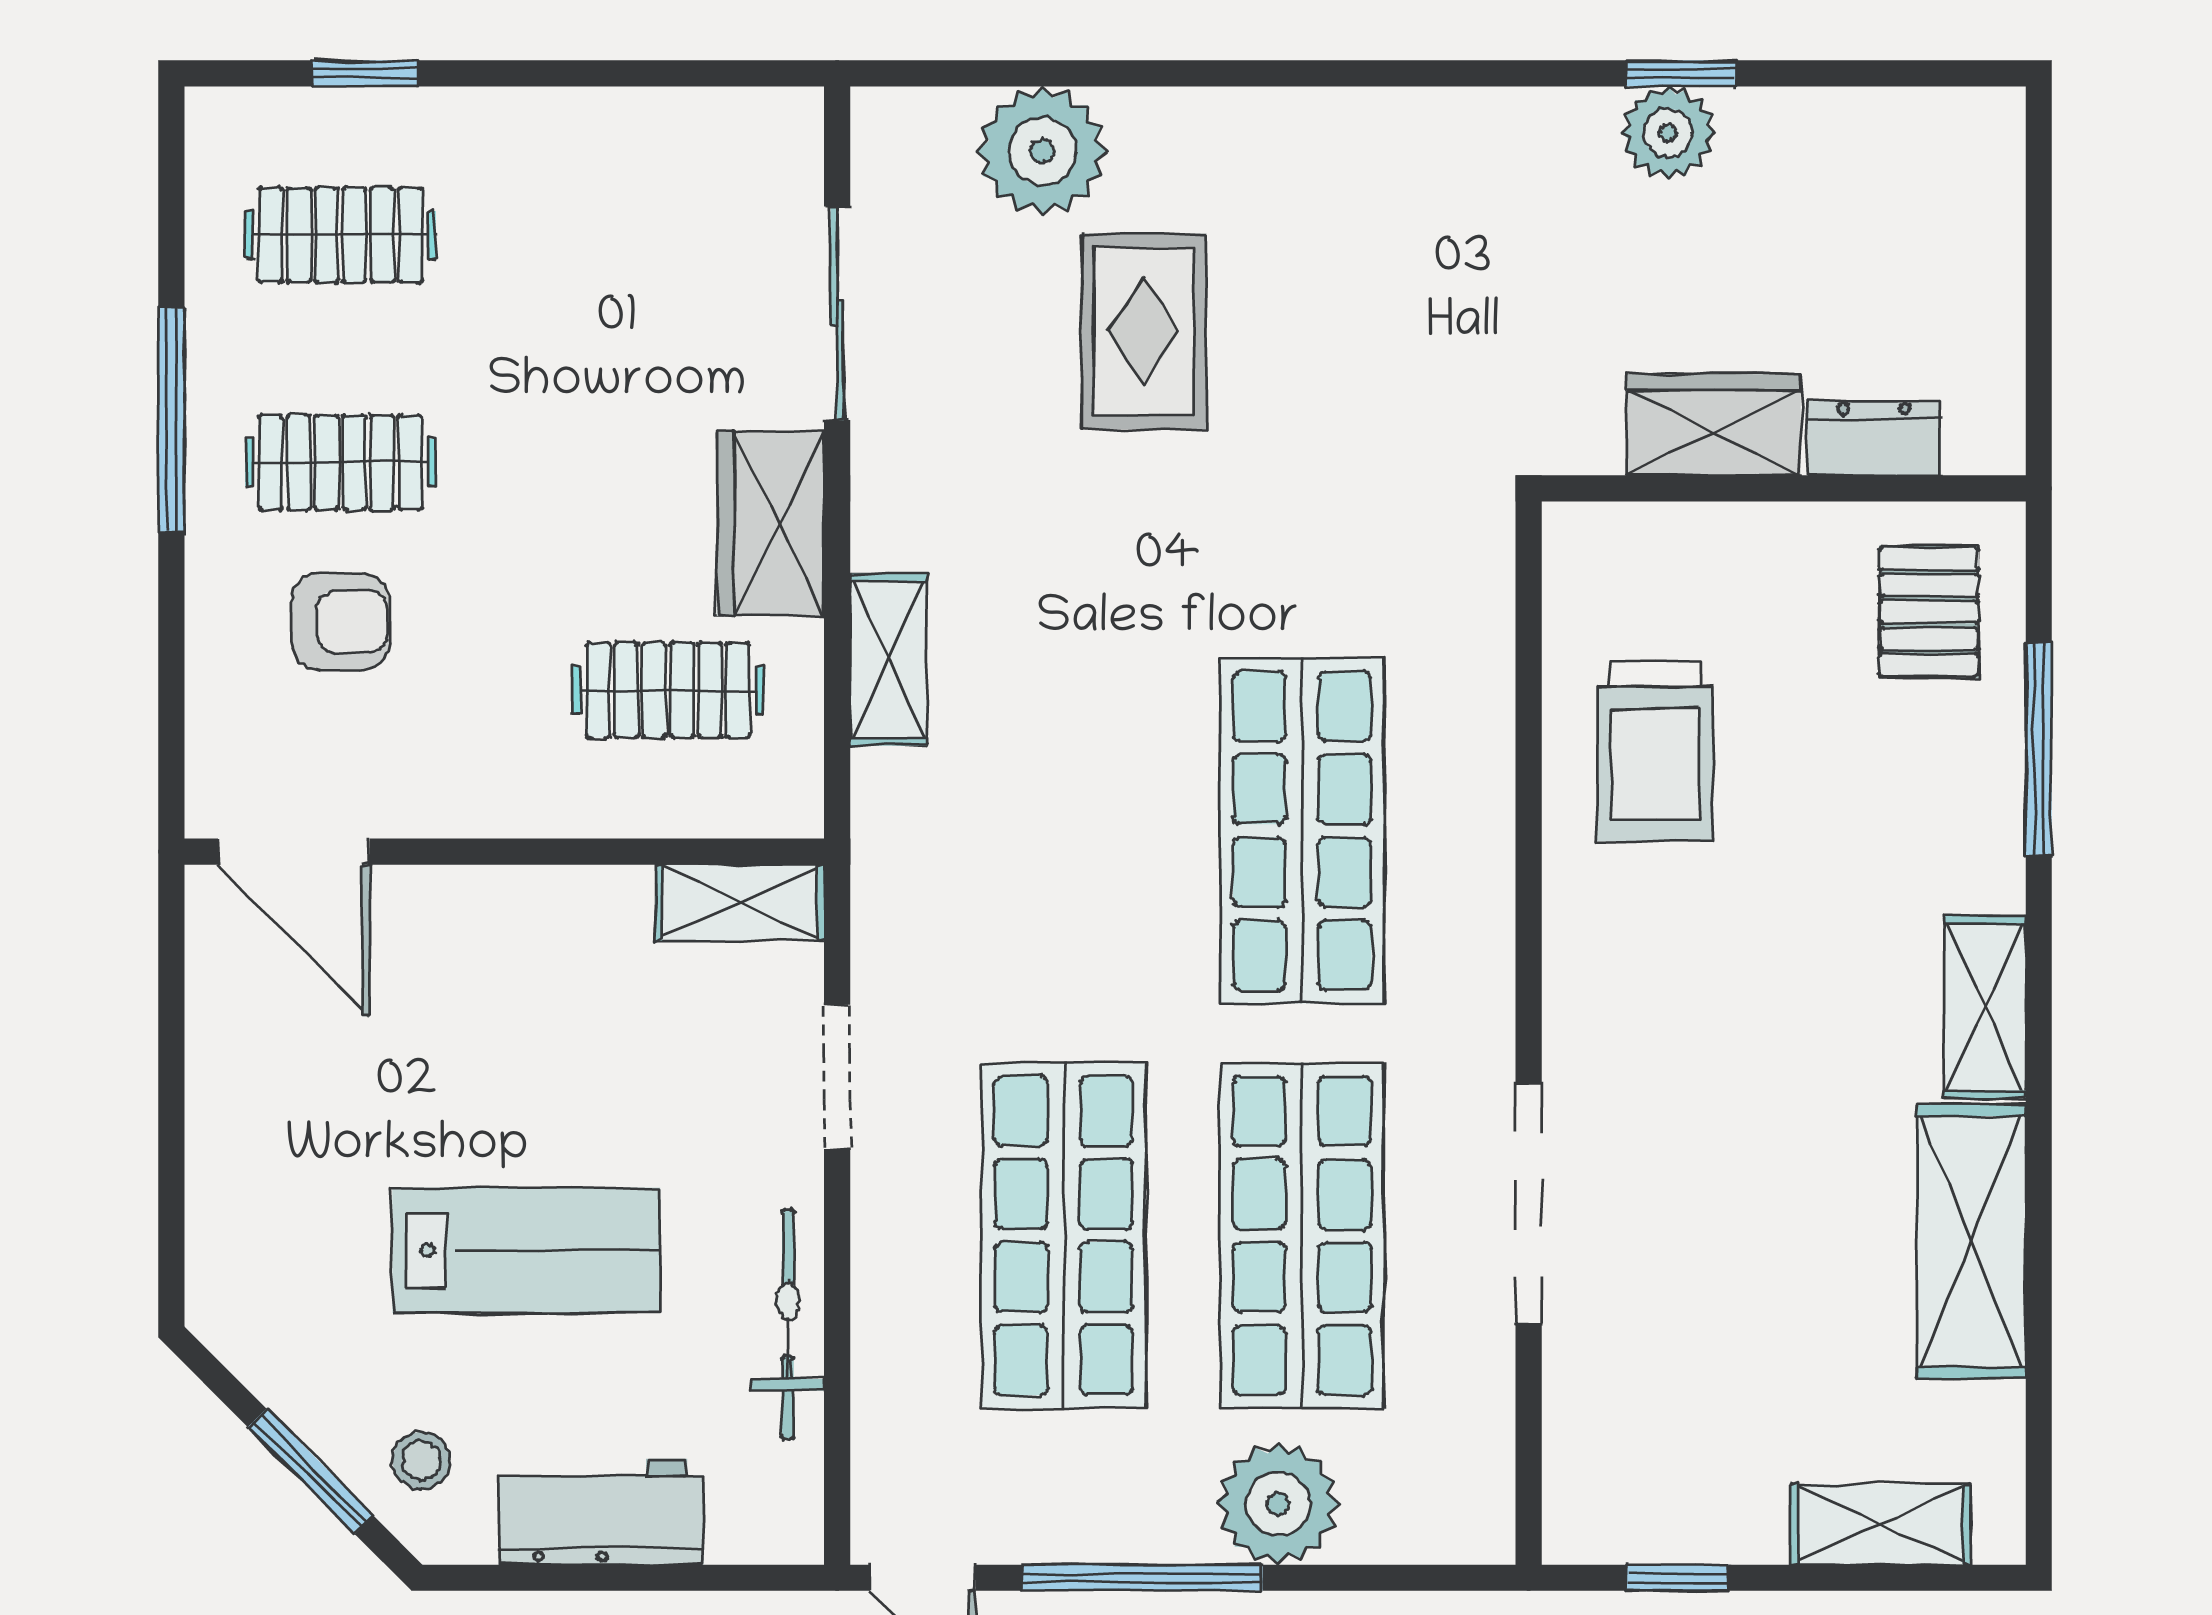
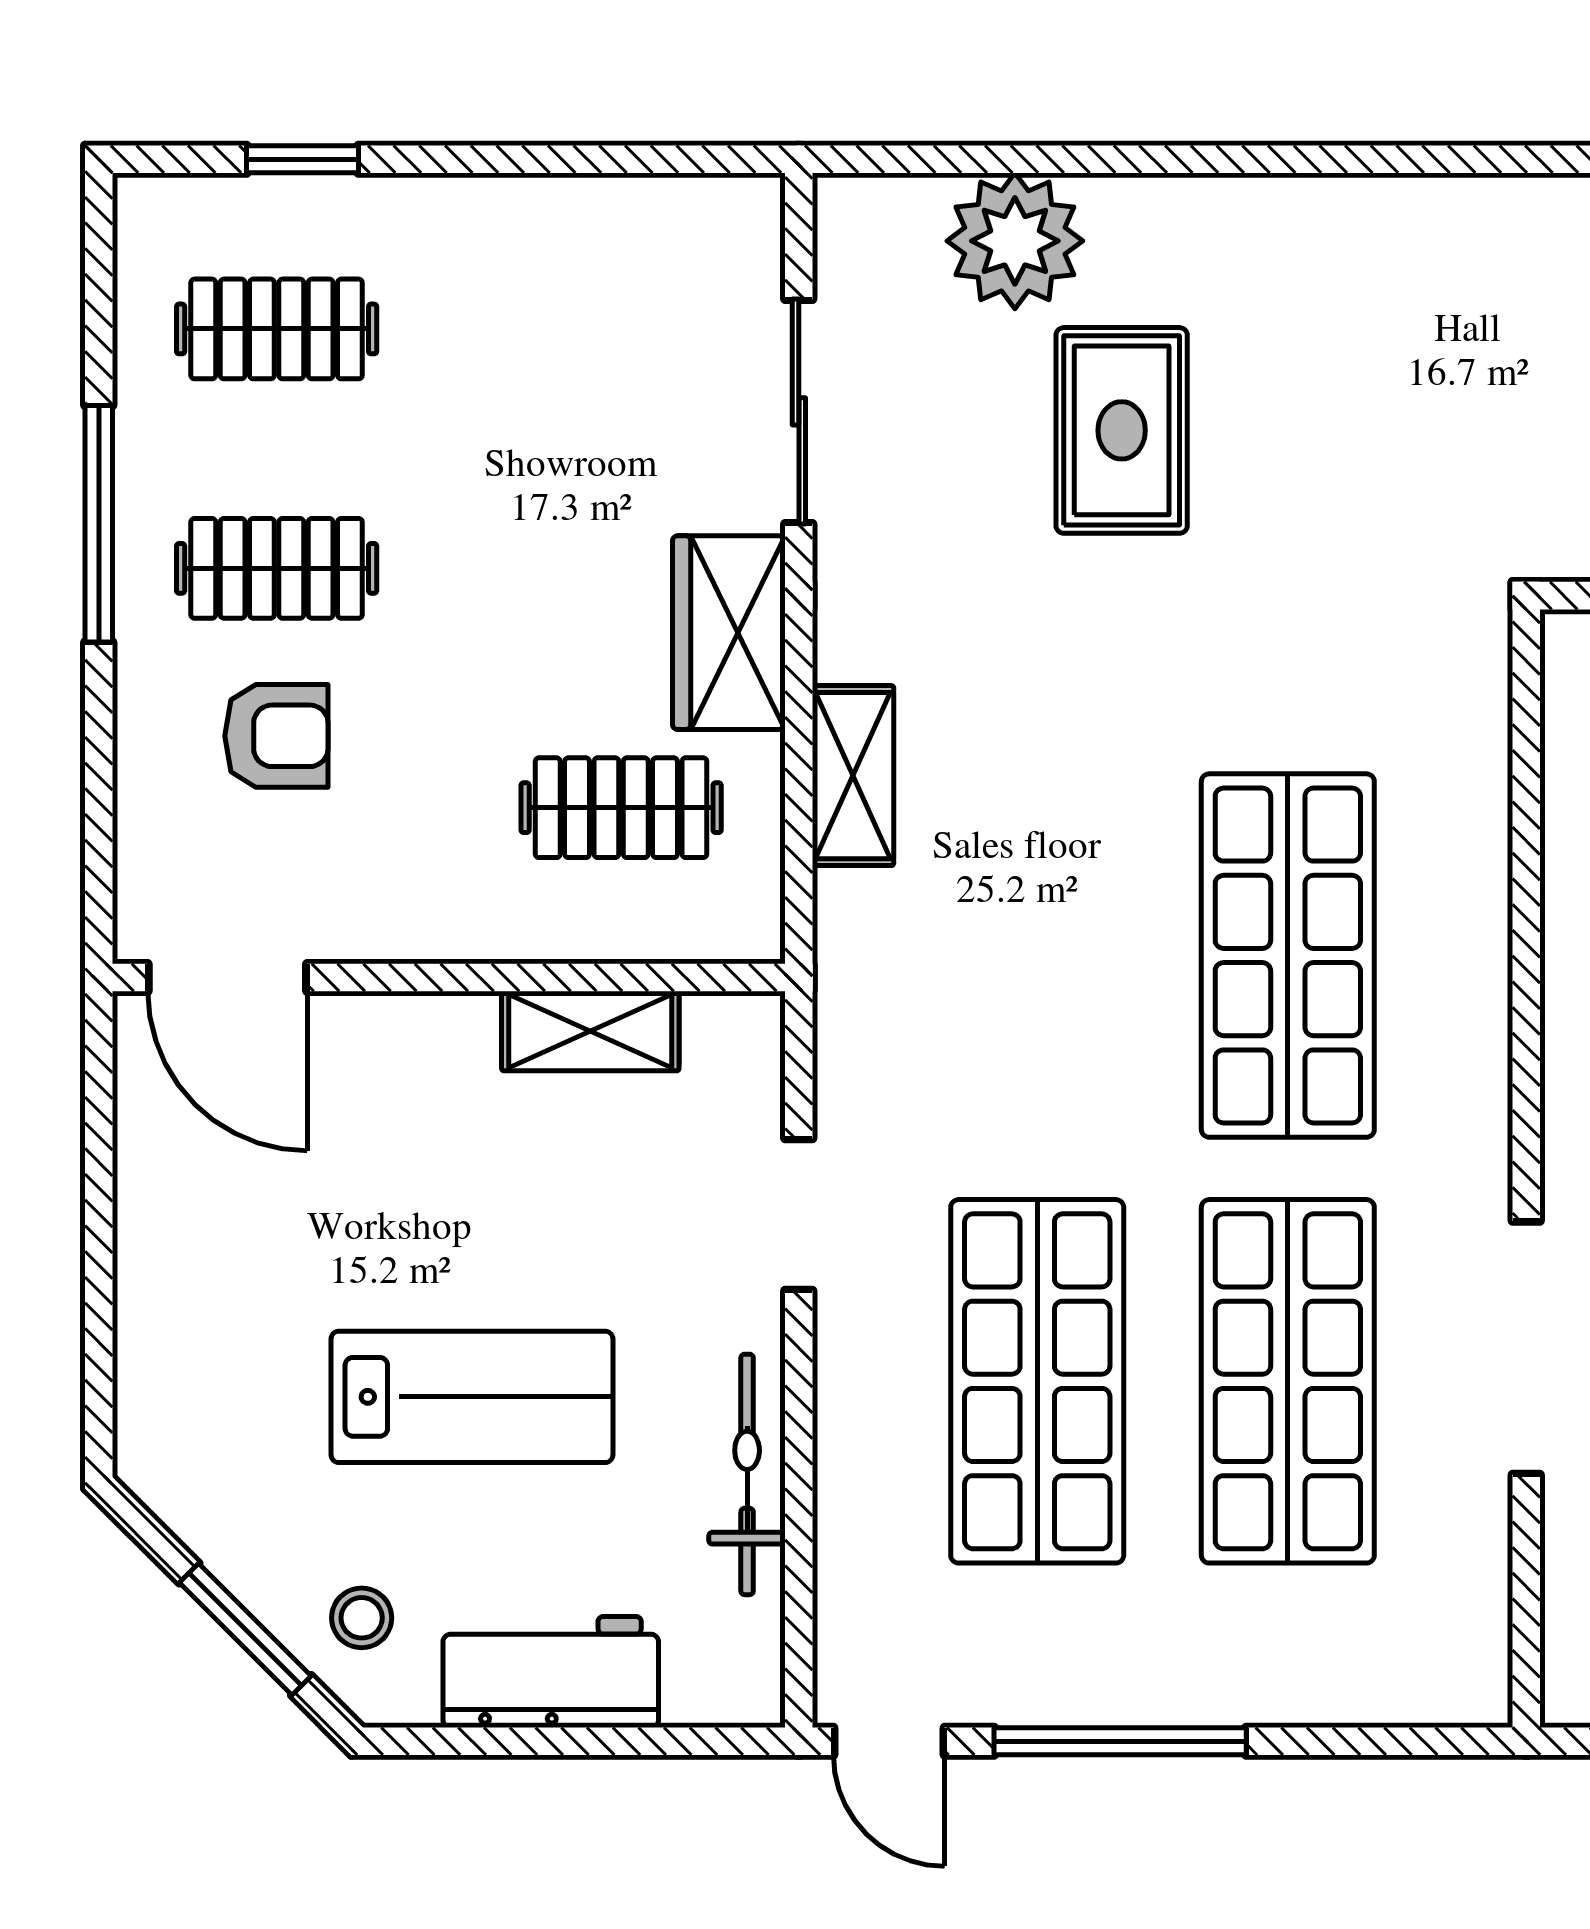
shelving: (740, 902) -> (590, 1031), moved
plant: (1278, 1504) -> (1263, 1663), removed

